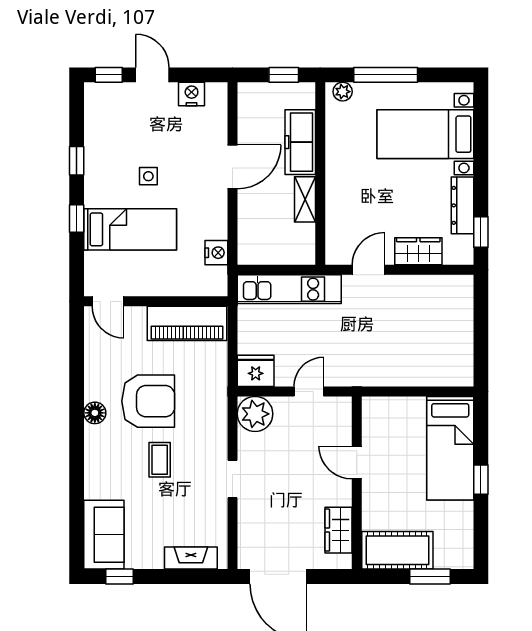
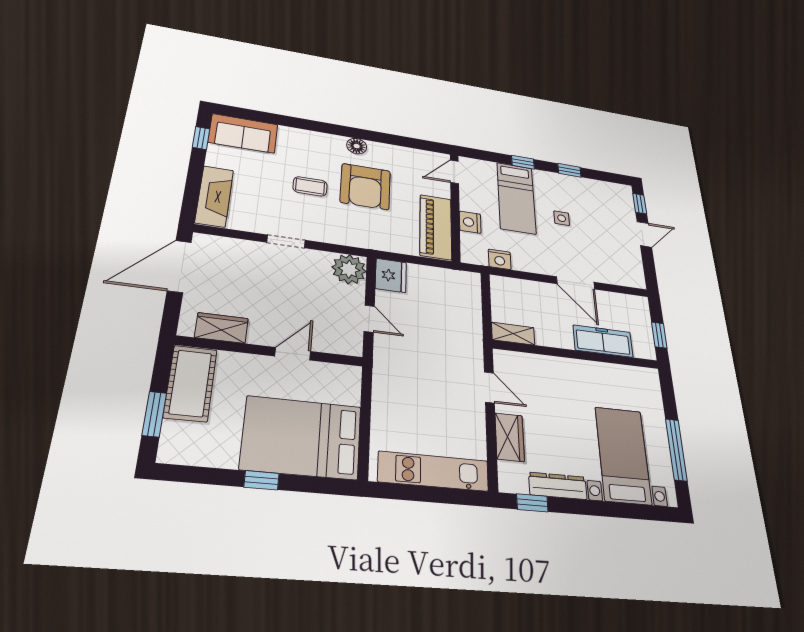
window: (386, 75) -> (676, 450), moved
plant: (343, 92) -> (652, 383), removed
nightstand: (192, 94) -> (470, 222), moved, turned 180
shelving: (305, 199) -> (513, 334), moved
kitchen unit: (289, 289) -> (434, 471), moved, turned 90
bed: (450, 448) -> (302, 438), width x1.50
fireplace: (191, 558) -> (214, 196), width x1.37, depth x1.32

